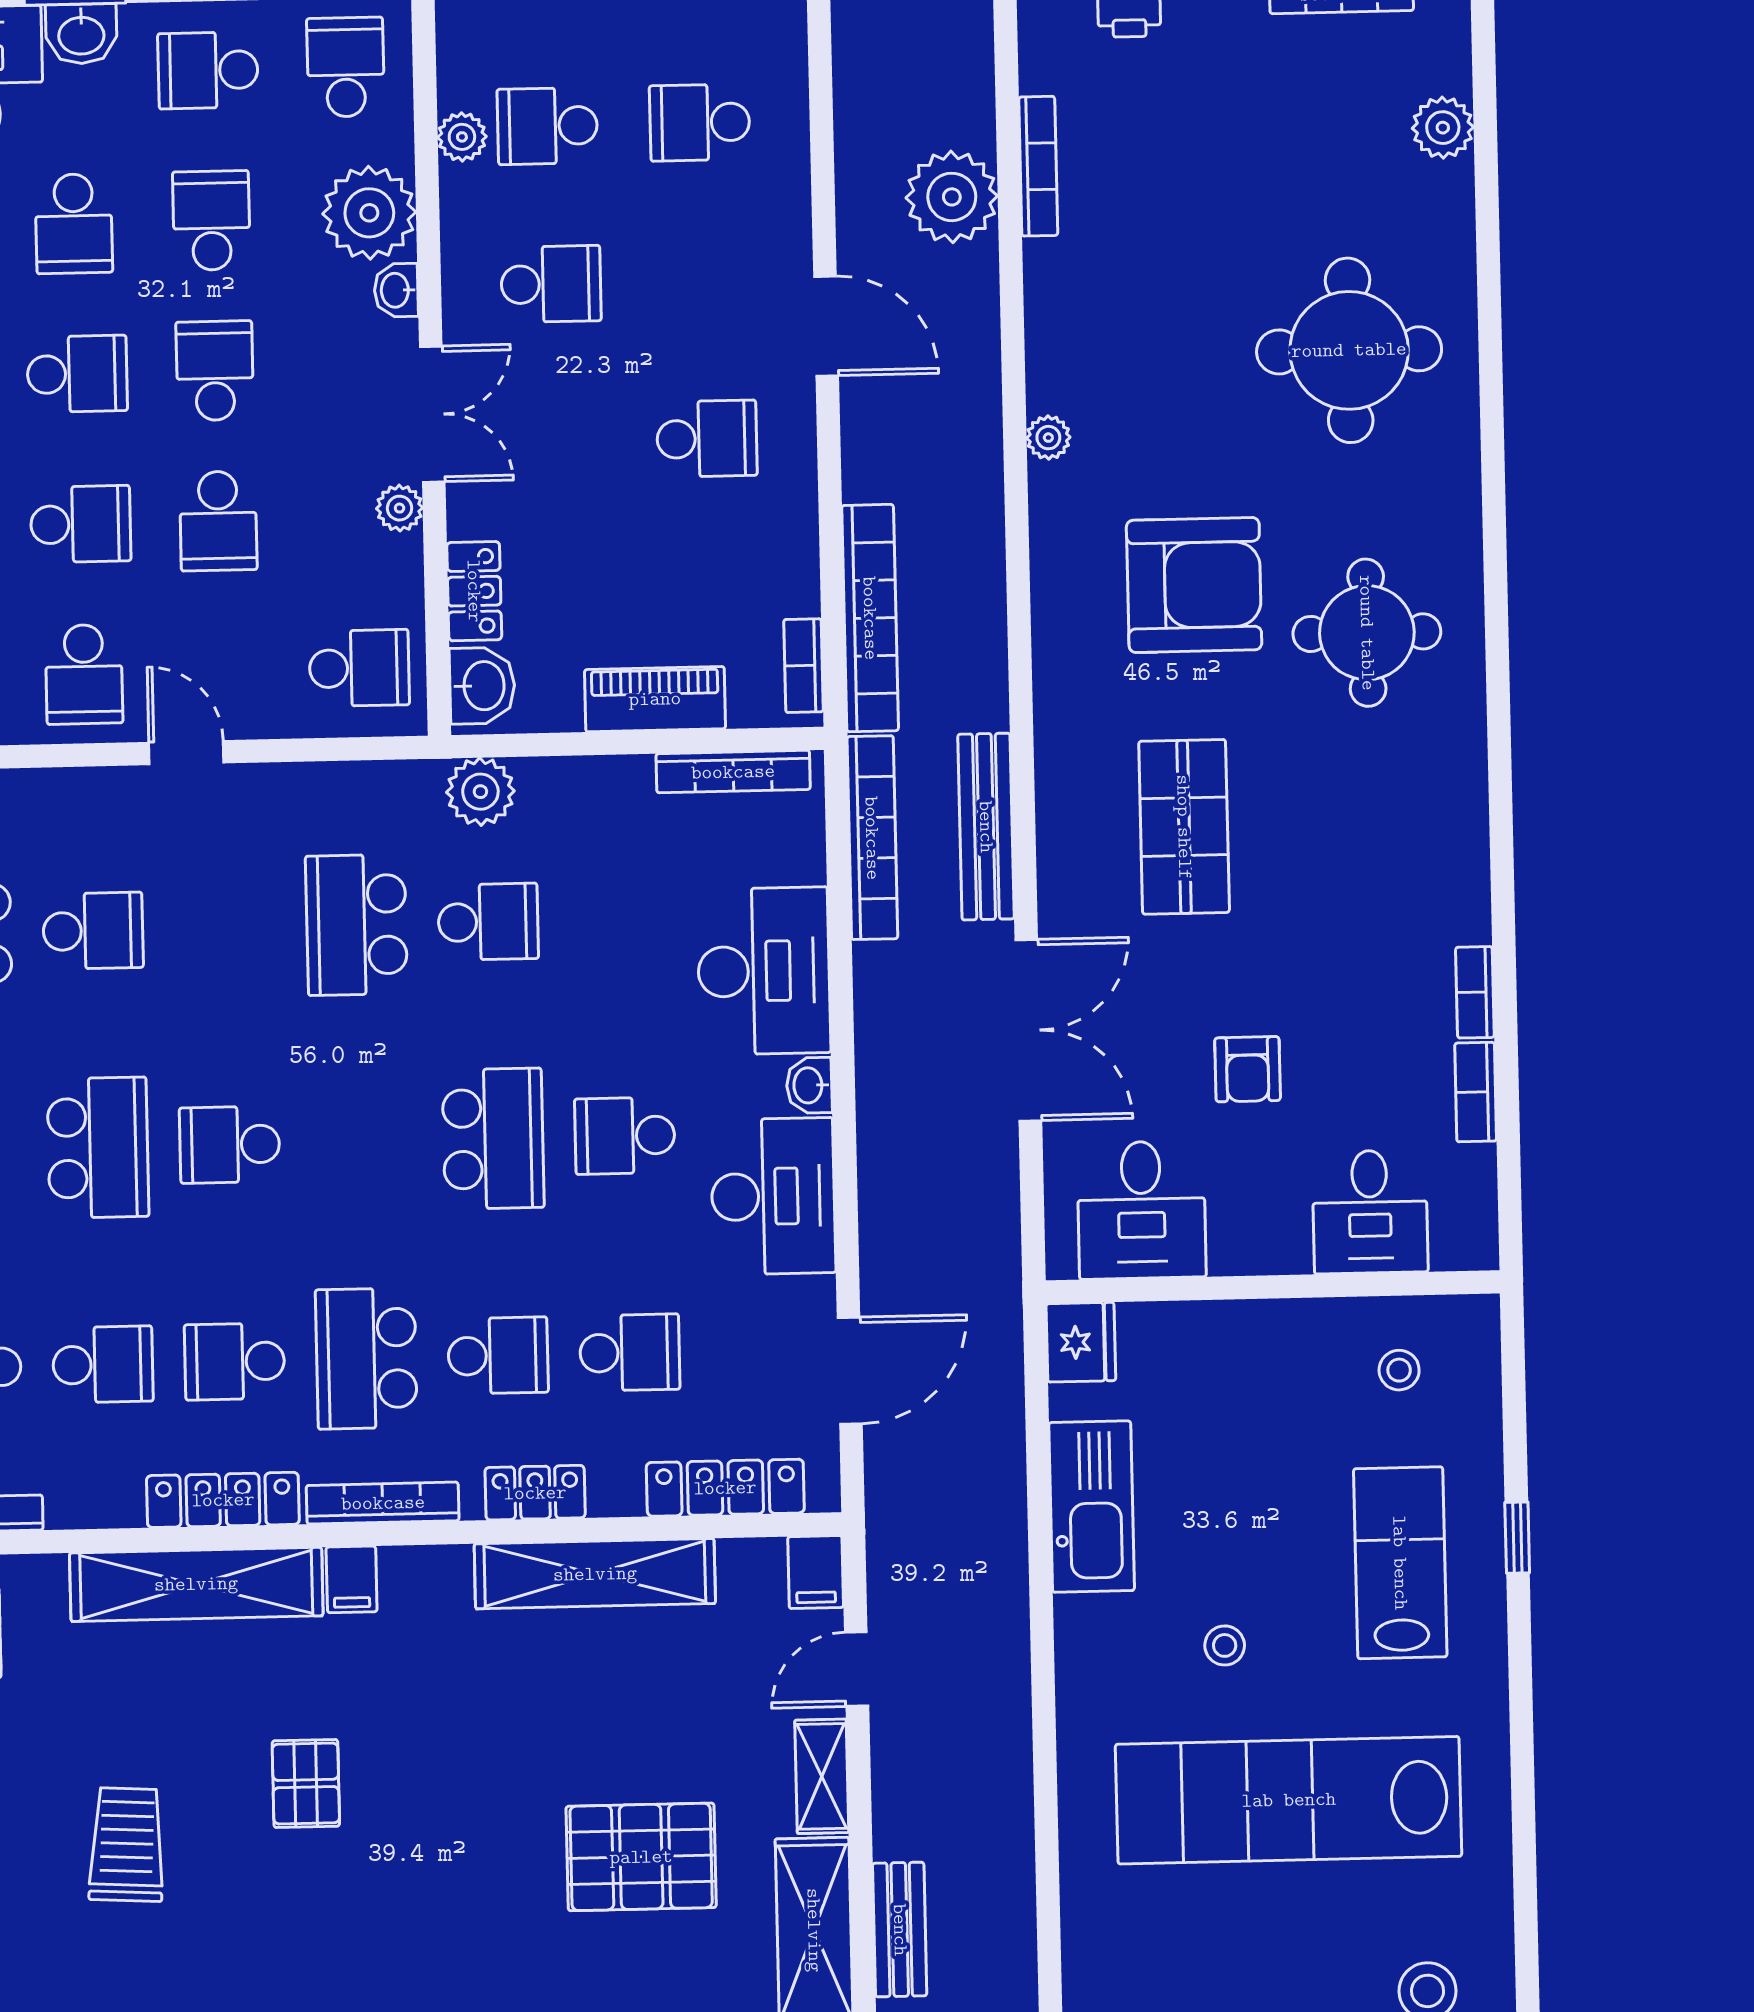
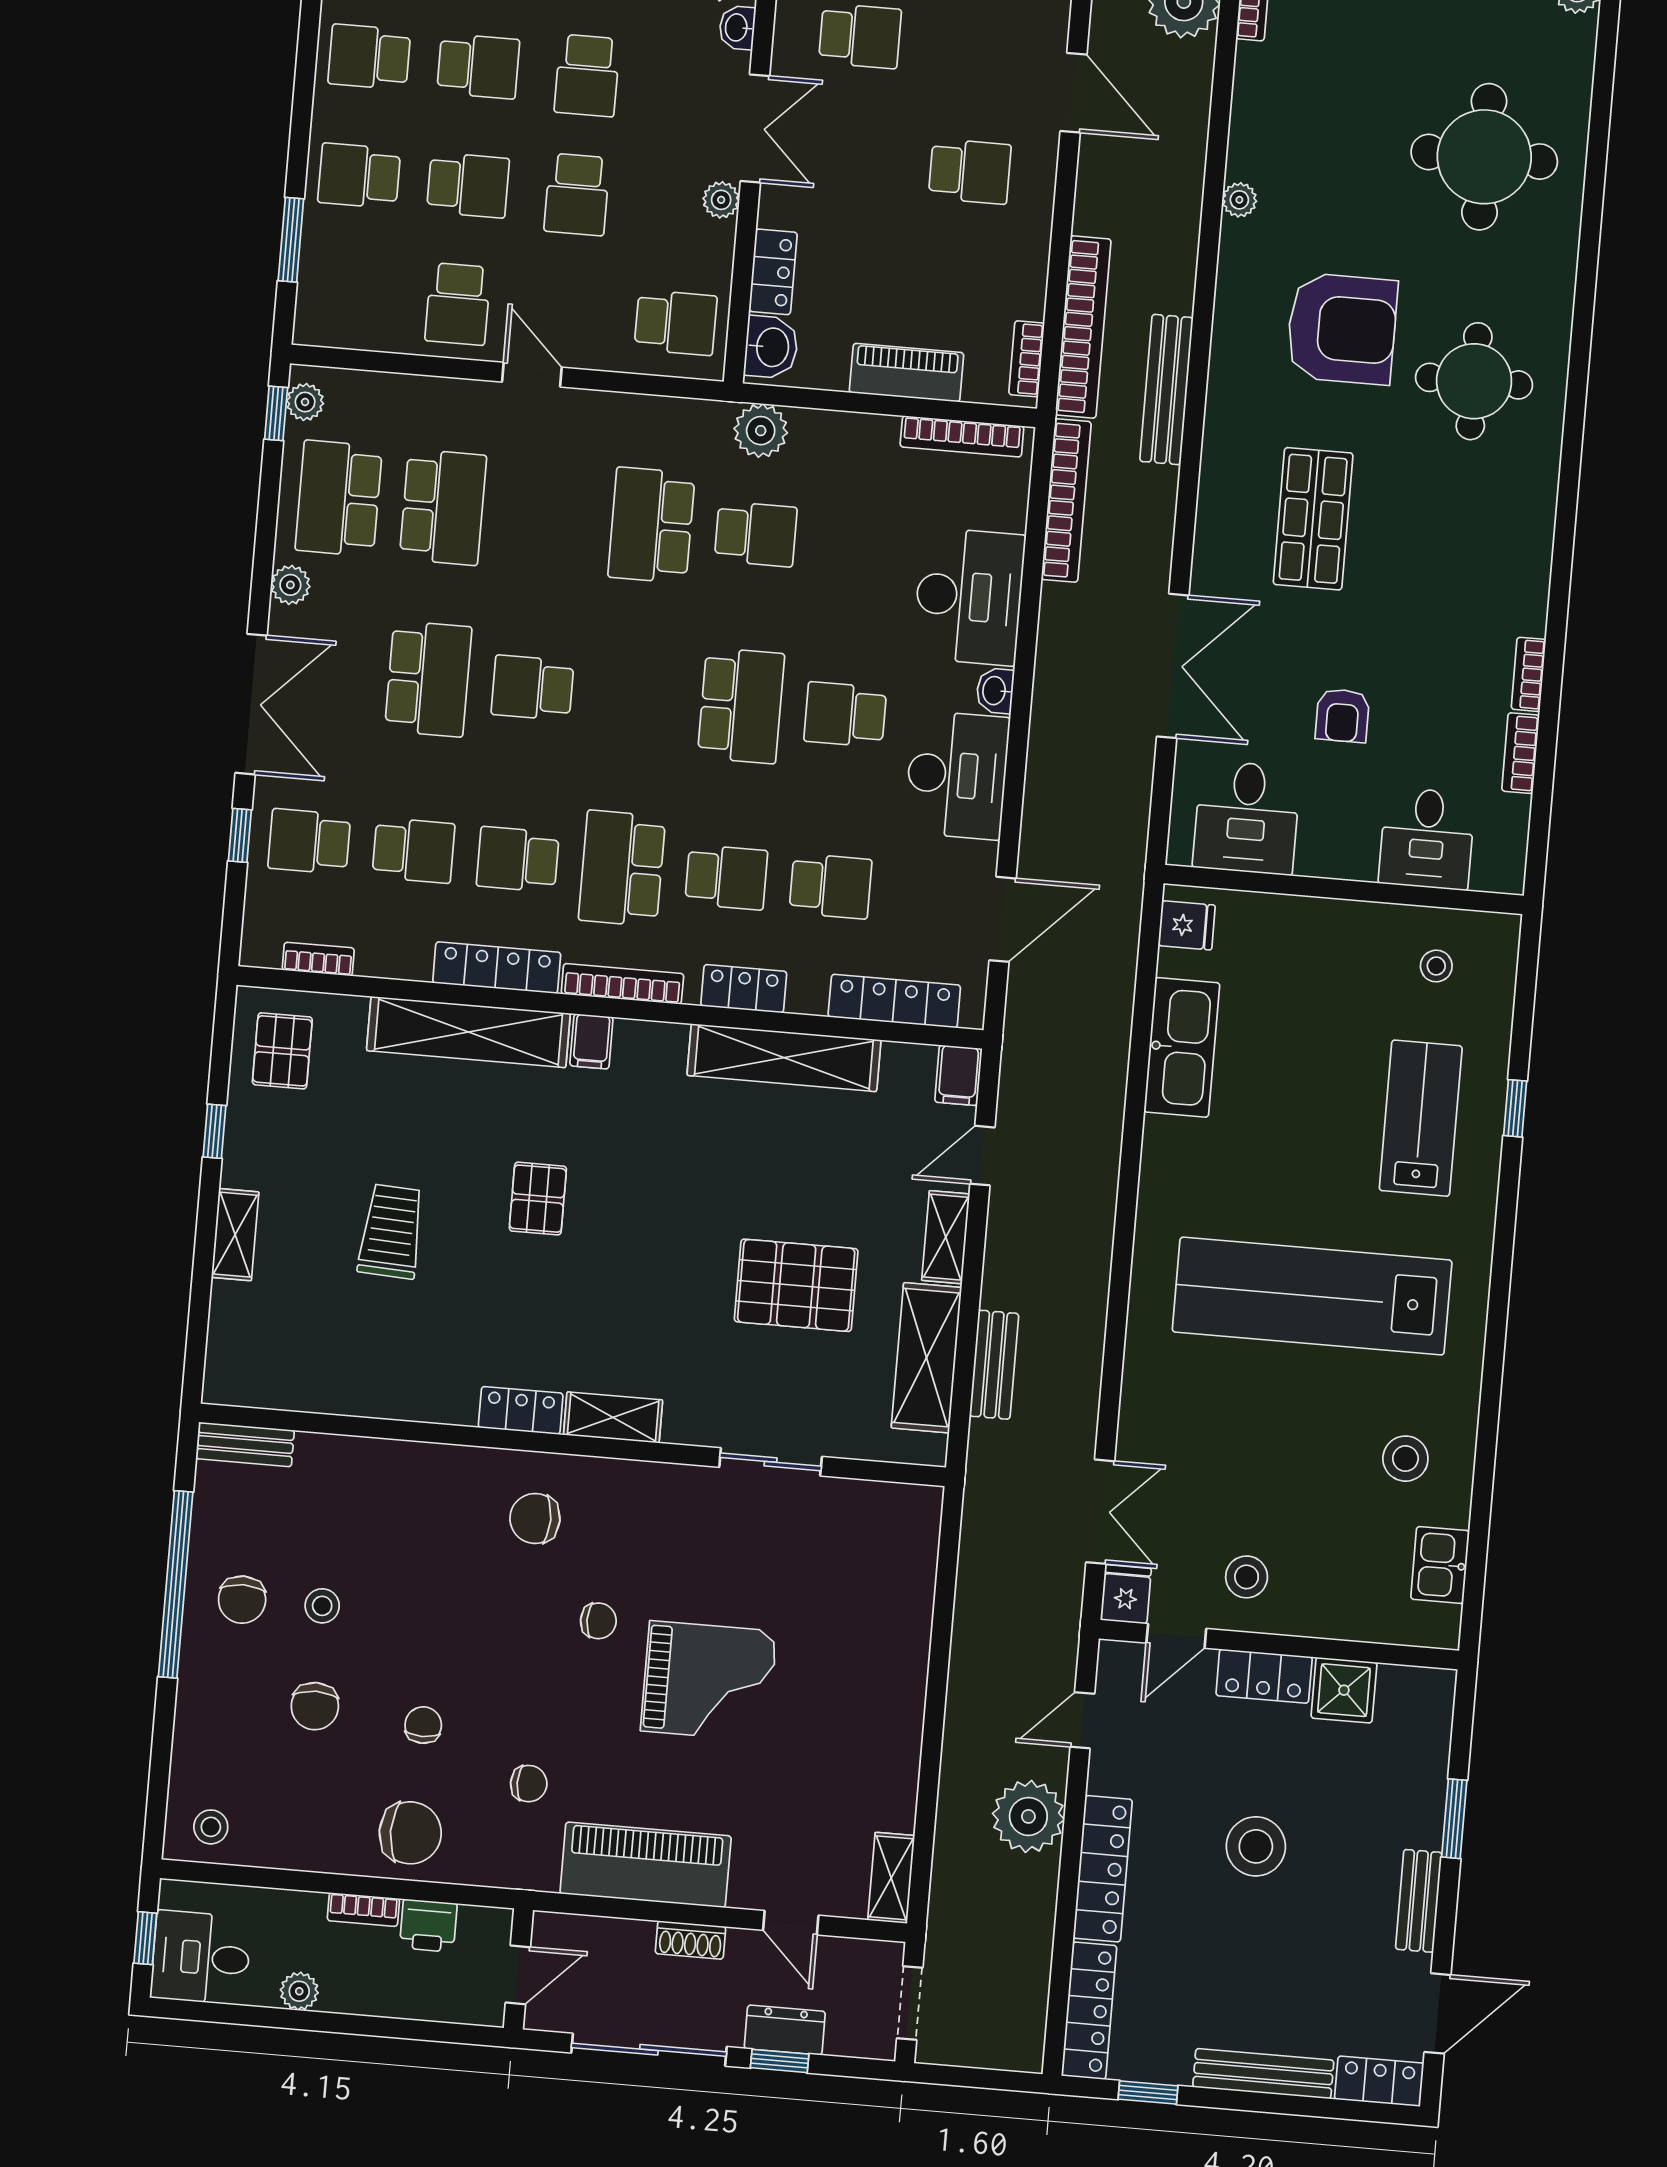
school desk: (215, 371) -> (587, 76), turned 180
bench: (986, 827) -> (1166, 389), moved
school desk: (93, 931) -> (443, 507), width x1.85
fridge: (1081, 1342) -> (1187, 925), width x0.72
stool: (1225, 1645) -> (1275, 1168), removed

